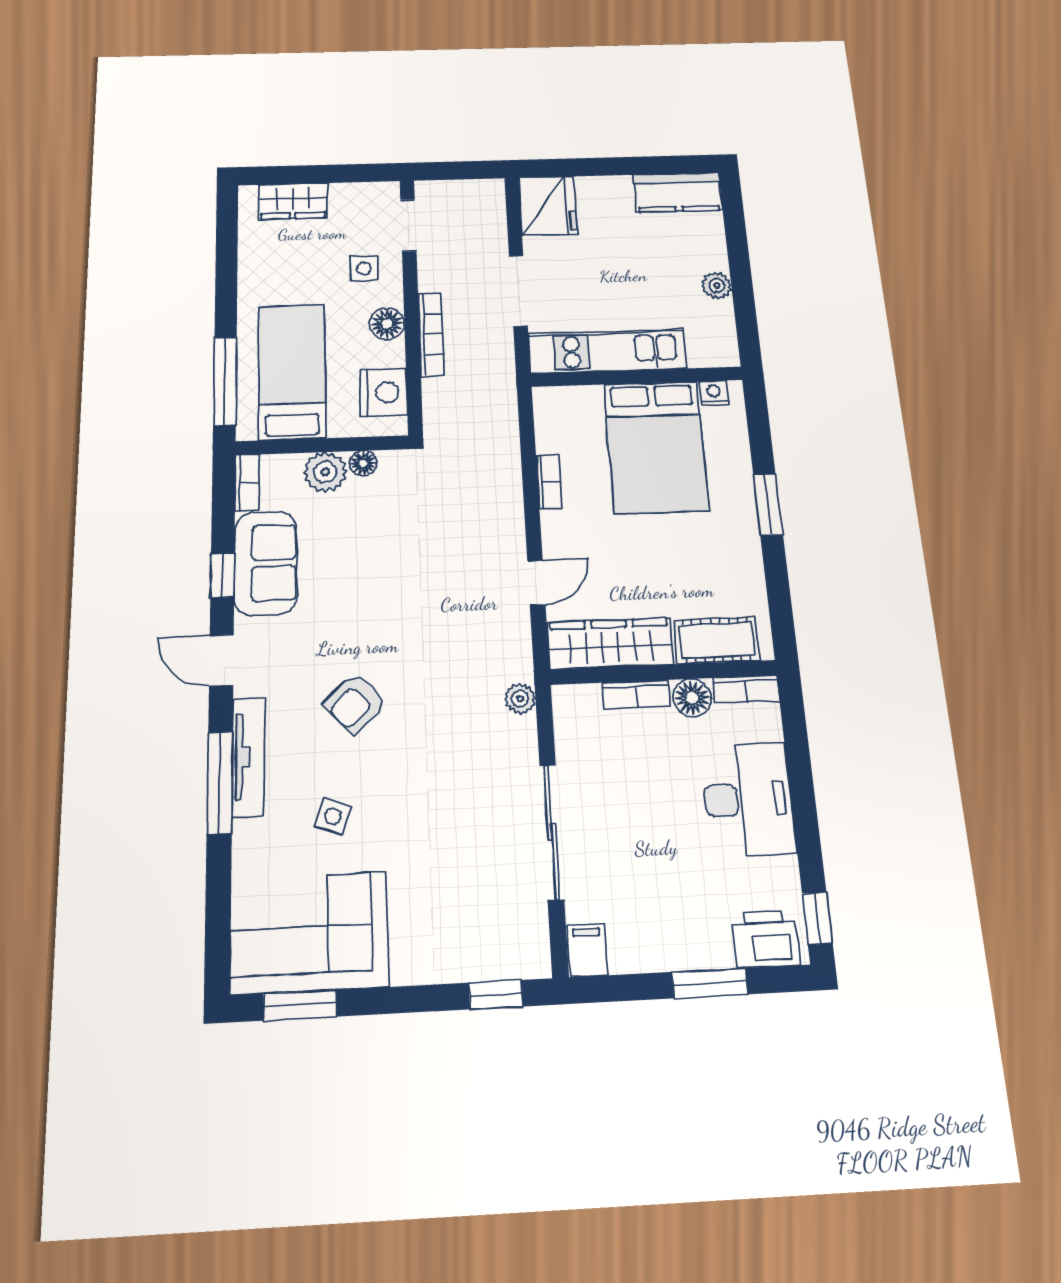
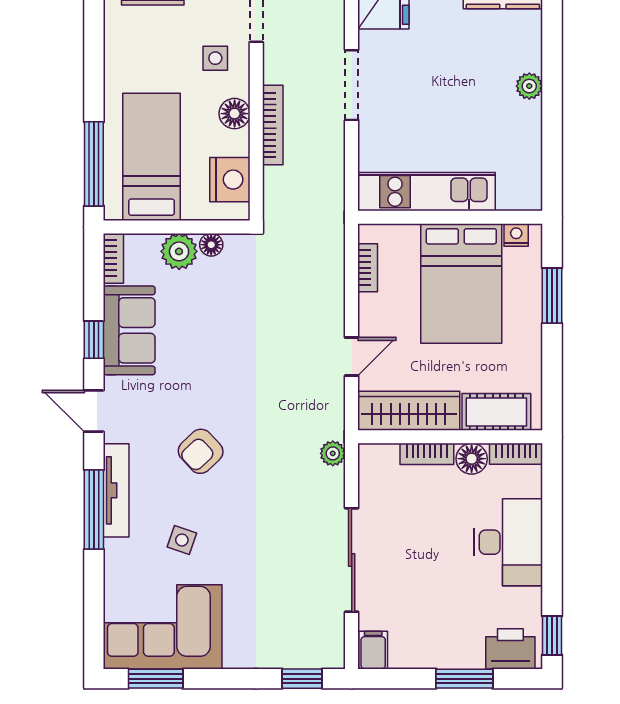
kitchen unit: (607, 351) -> (426, 192), moved
wall: (637, 377) -> (450, 217), moved
nightstand: (714, 393) -> (516, 235), moved
bed: (656, 447) -> (461, 284), moved

